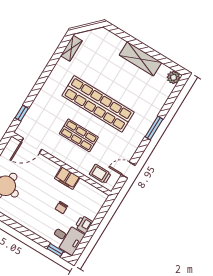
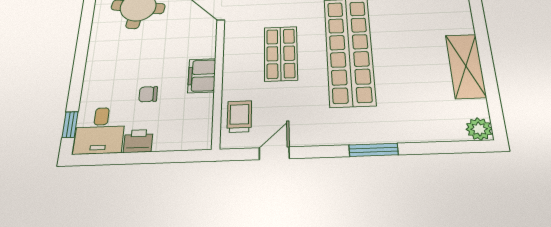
door: (128, 170) -> (274, 153), hinge flipped

